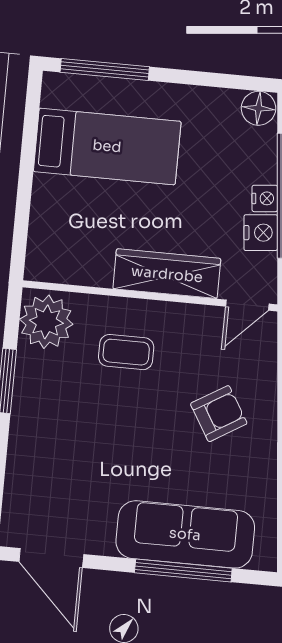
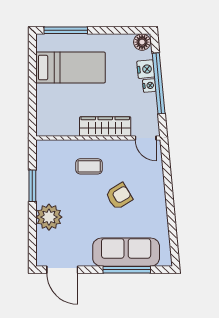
nightstand: (261, 233) -> (146, 69), moved
door: (247, 305) -> (146, 138), hinge flipped
plant: (46, 322) -> (49, 217), moved
armchair: (219, 414) -> (119, 196), moved

